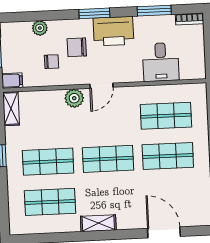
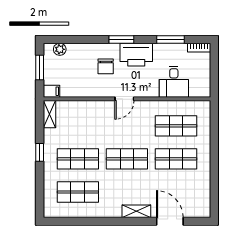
plant: (40, 28) -> (60, 49), moved
chair: (77, 47) -> (106, 66), turned -90
chair: (52, 62) -> (84, 77), removed
plant: (74, 98) -> (102, 108), removed
shelving: (98, 223) -> (136, 211), moved

